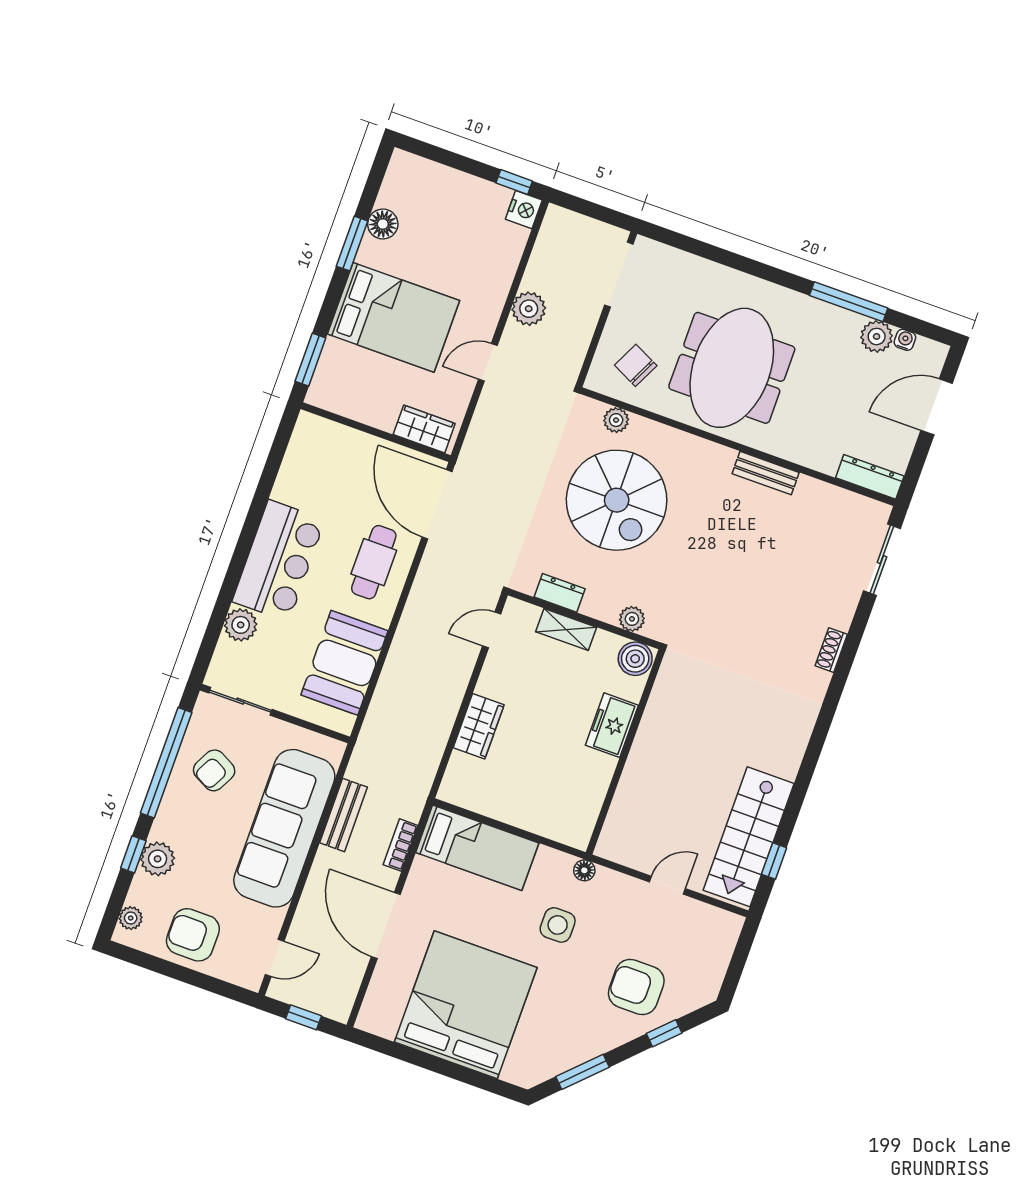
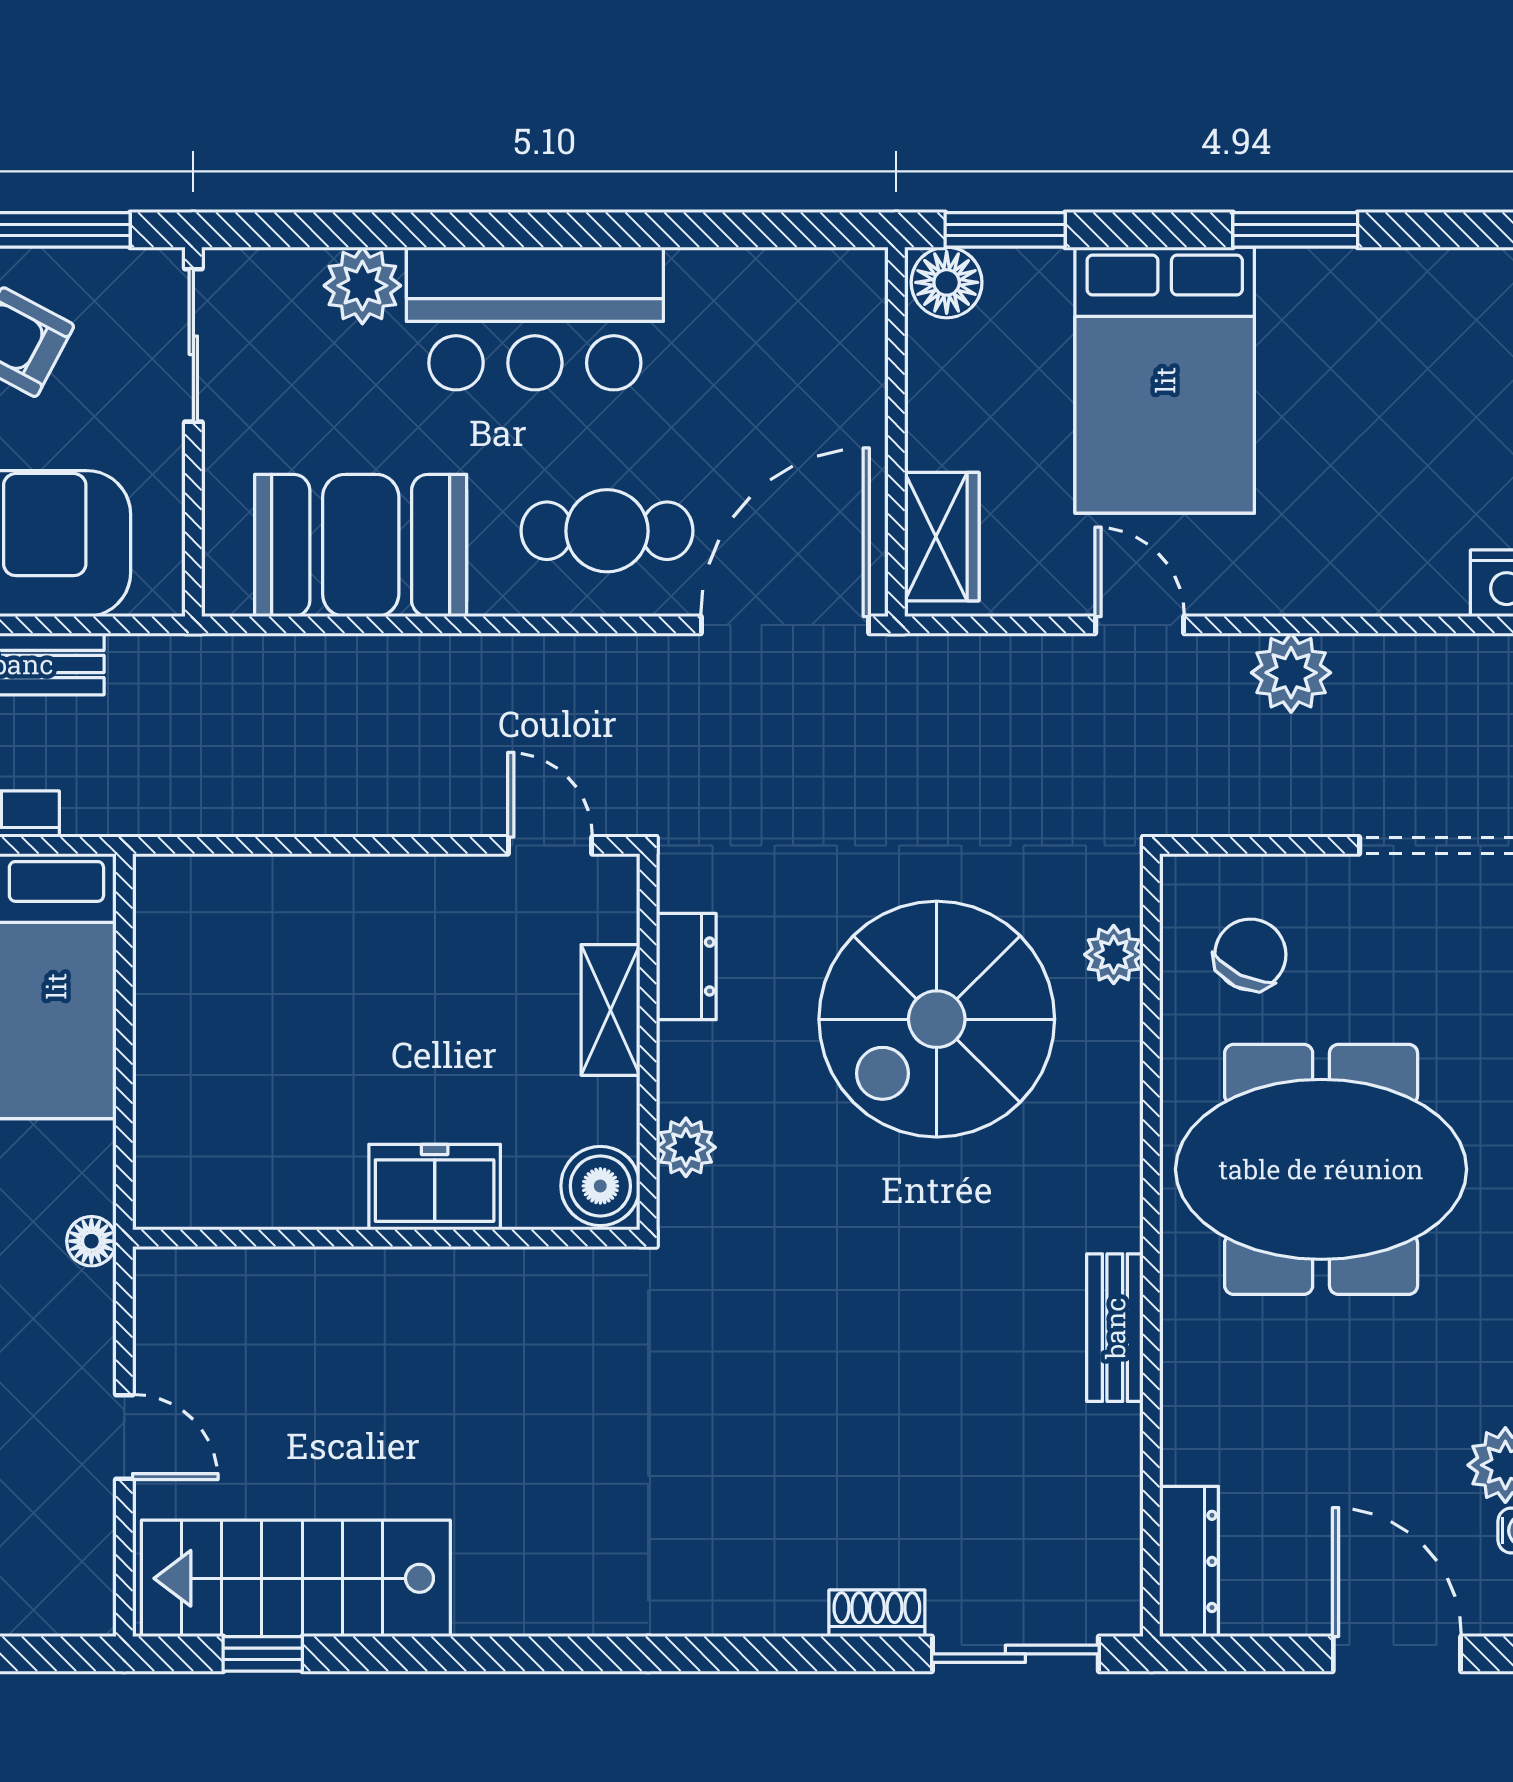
floor lamp: (383, 224) -> (947, 282), moved
shoe rack: (831, 650) -> (877, 1613), moved
wardrobe: (479, 726) -> (327, 893), removed

